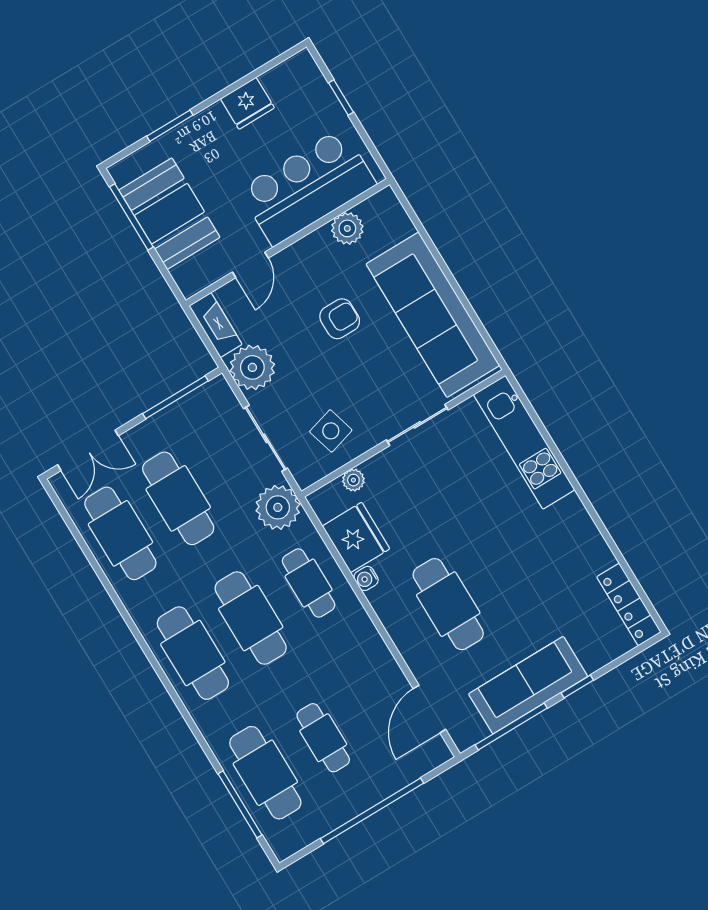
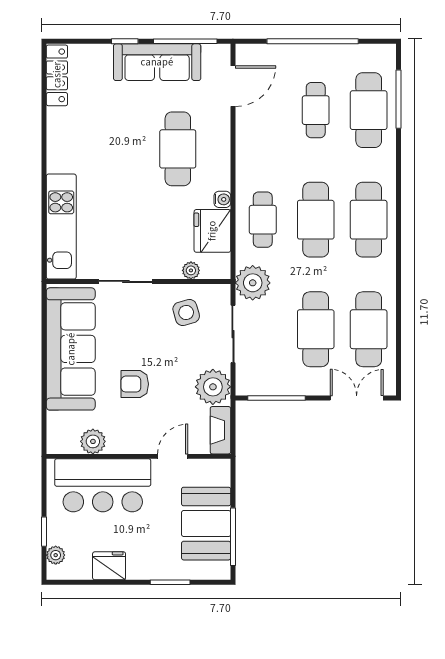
plant: (313, 80) -> (56, 555), added

